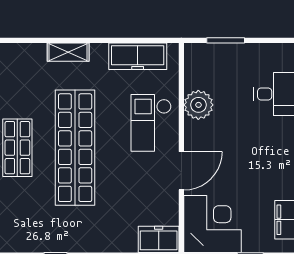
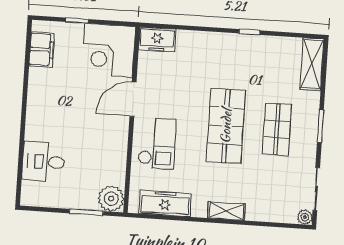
plant: (198, 105) -> (111, 199), moved
shop shelf: (75, 148) -> (226, 126), width x0.71

